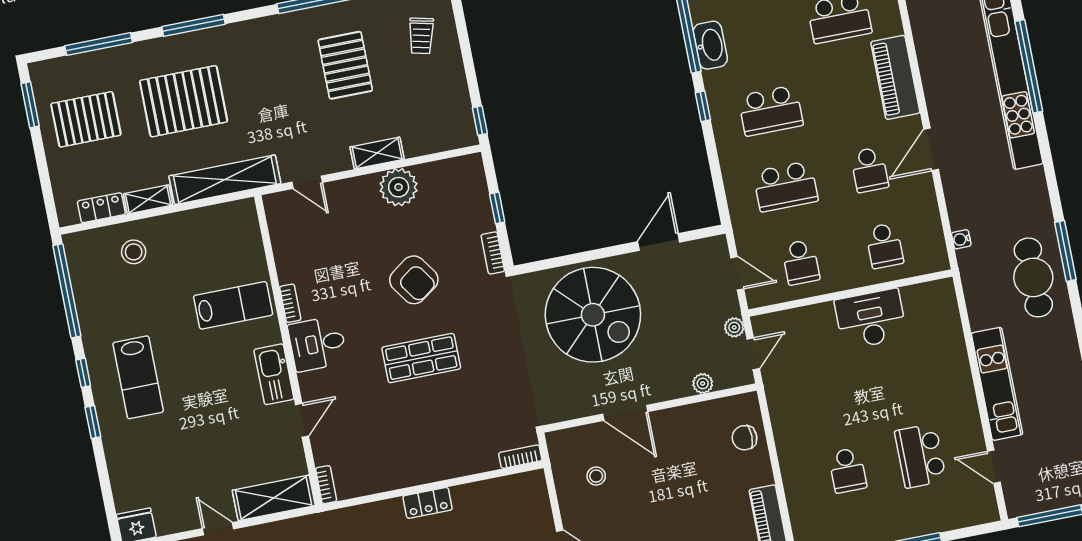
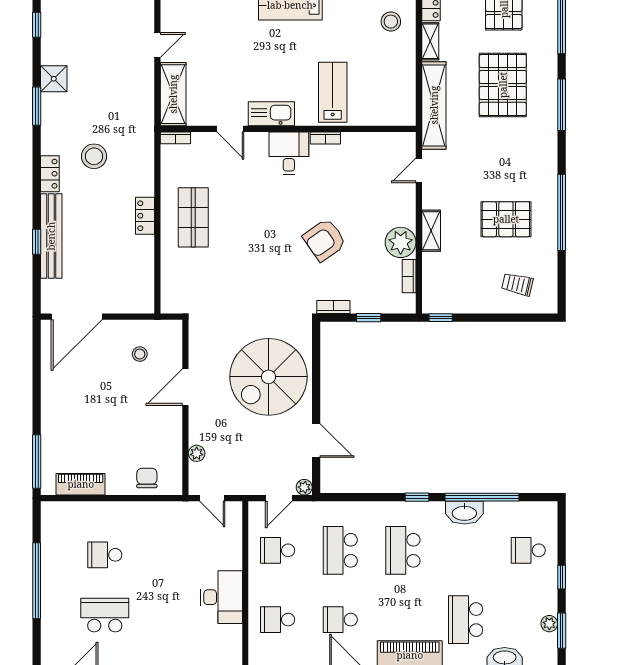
lab bench: (233, 305) -> (333, 92), turned 180
plant: (734, 327) -> (304, 487), moved
shop shelf: (421, 358) -> (193, 217), moved
bookcase: (520, 457) -> (409, 276), moved, turned 180

